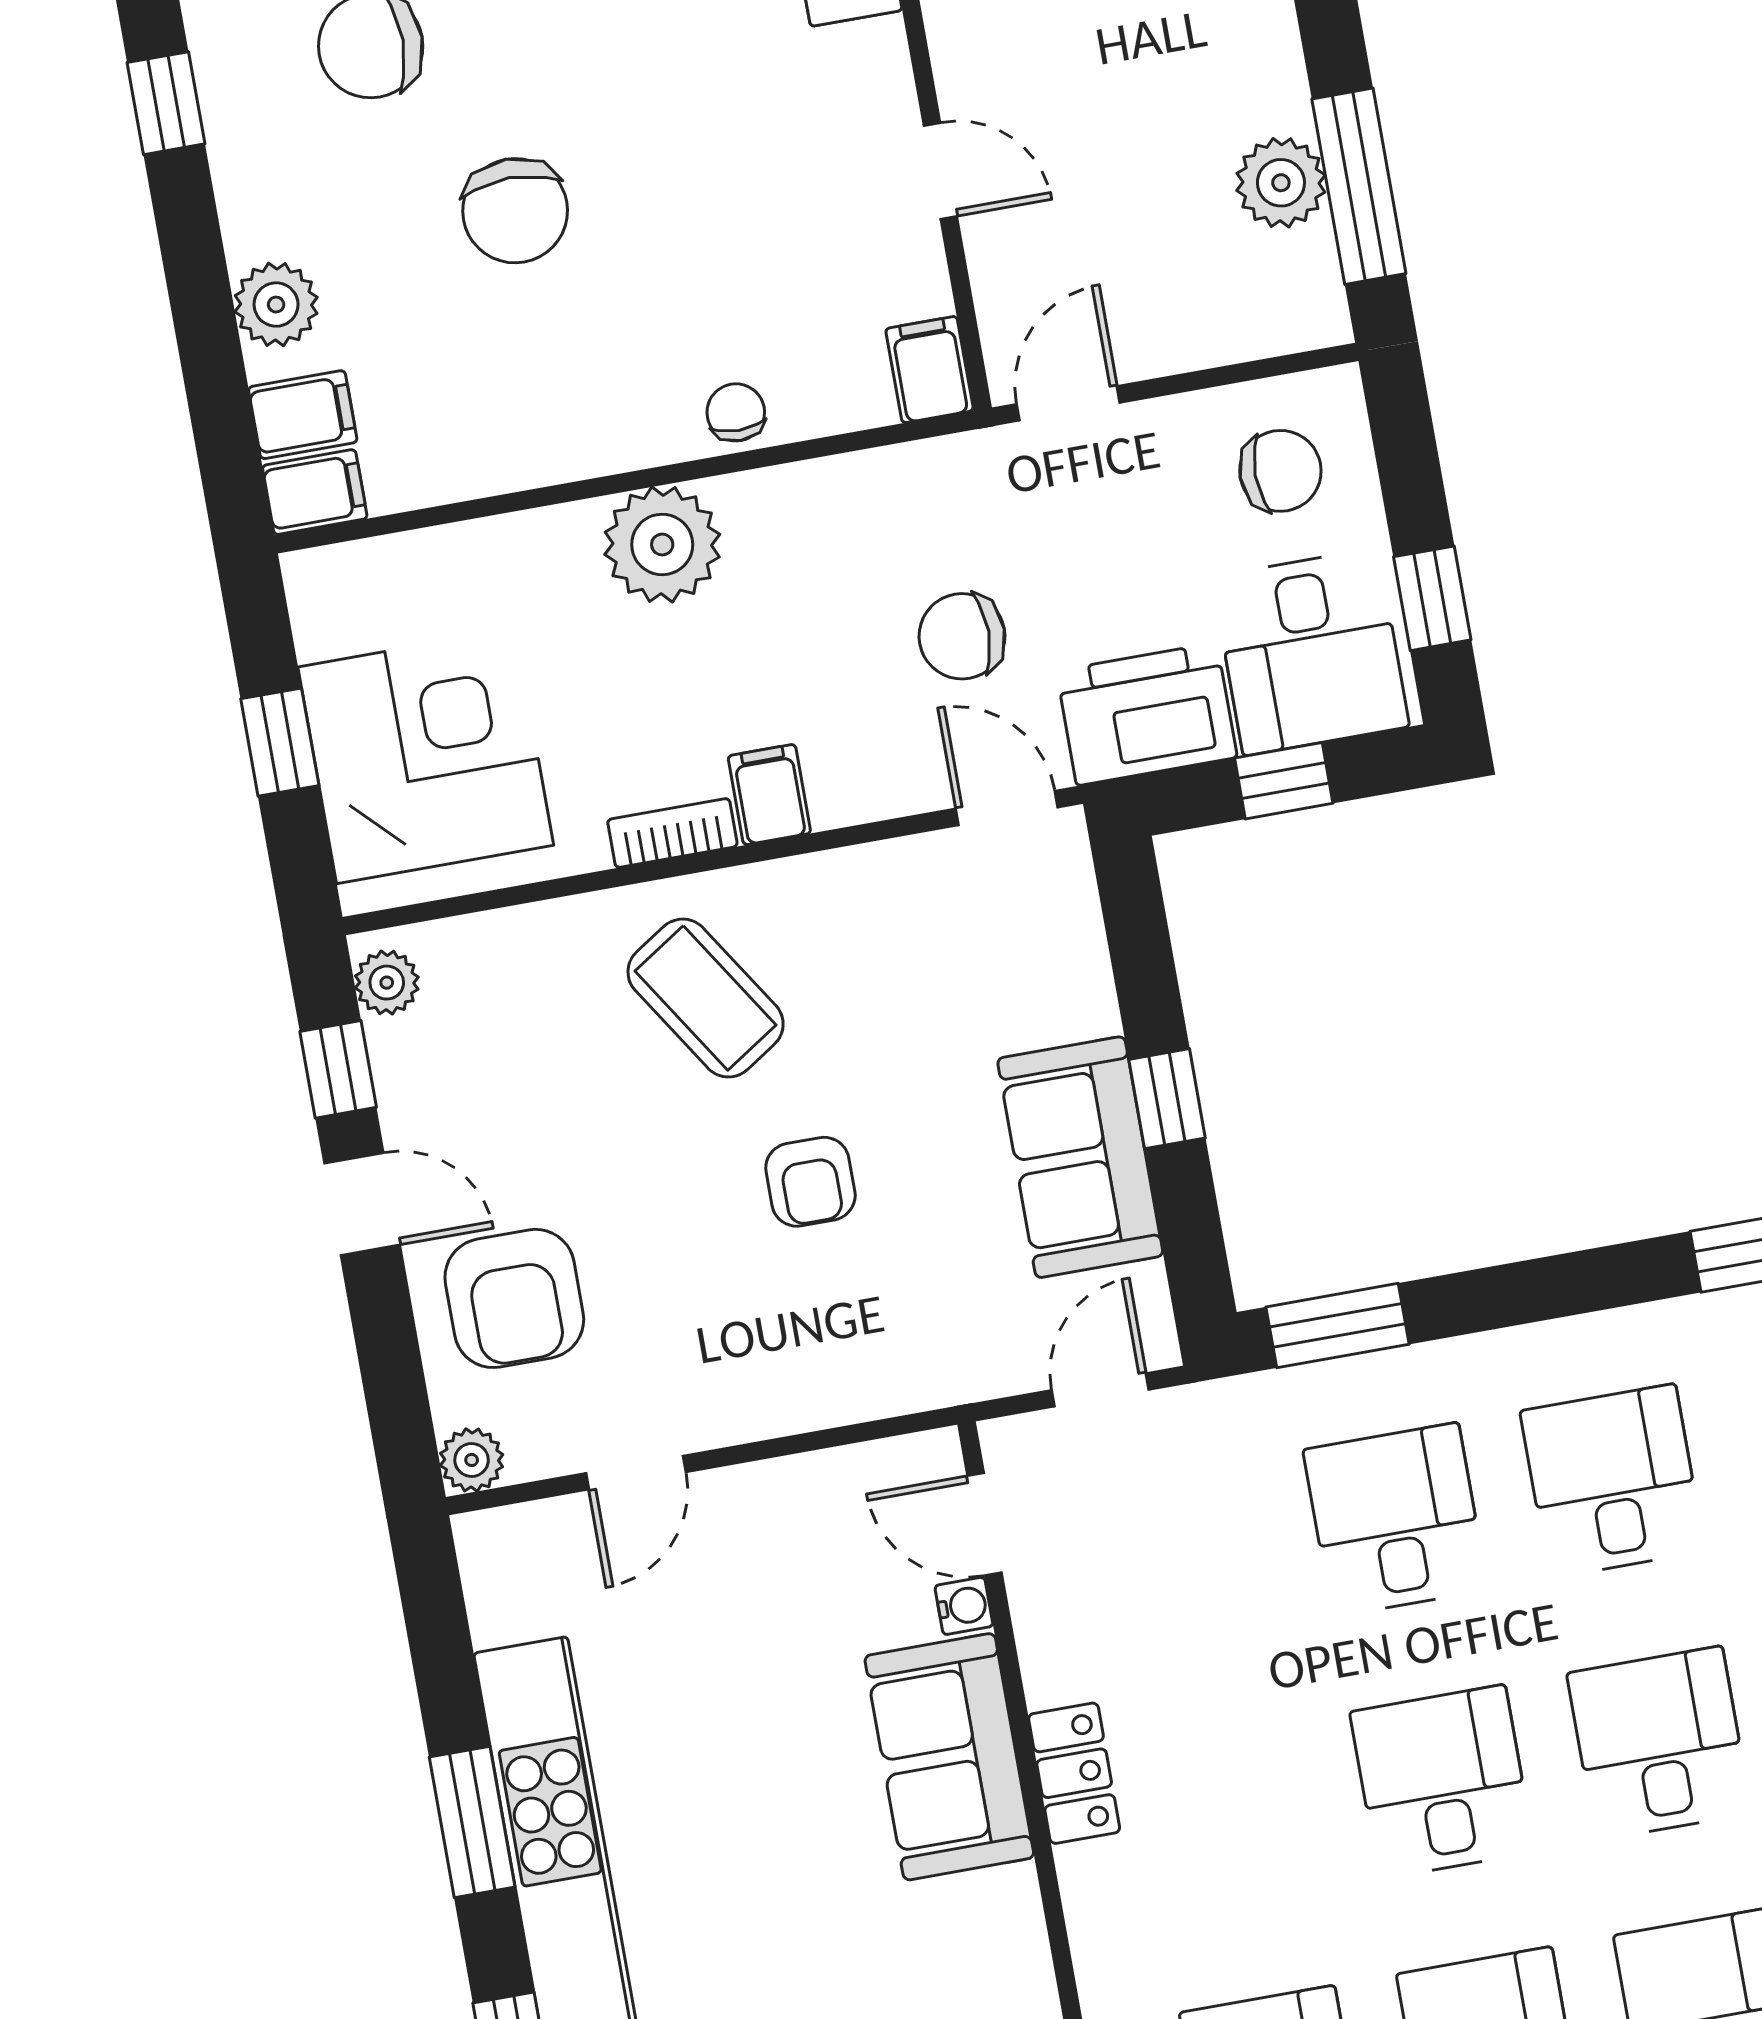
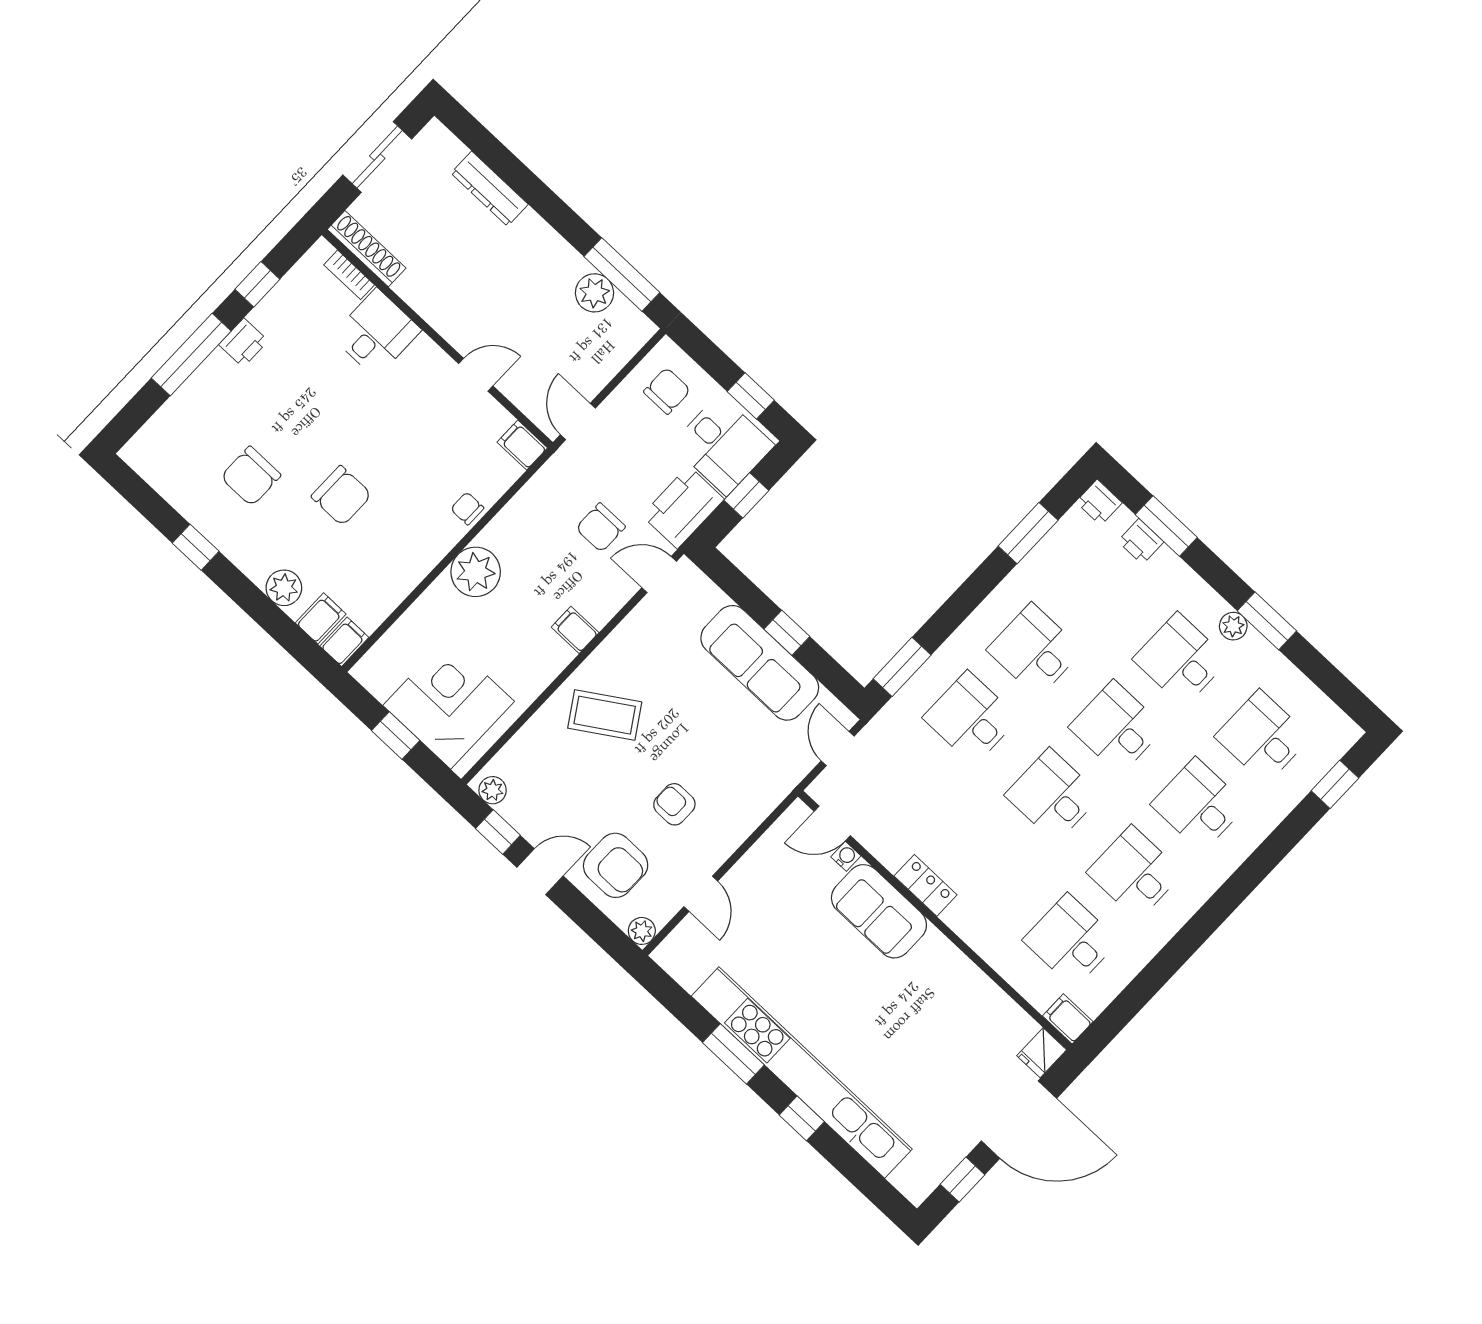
bookcase: (672, 833) -> (552, 667), removed
sofa: (1080, 1157) -> (760, 663), width x1.36
armchair: (810, 1182) -> (674, 804), moved, turned 180

